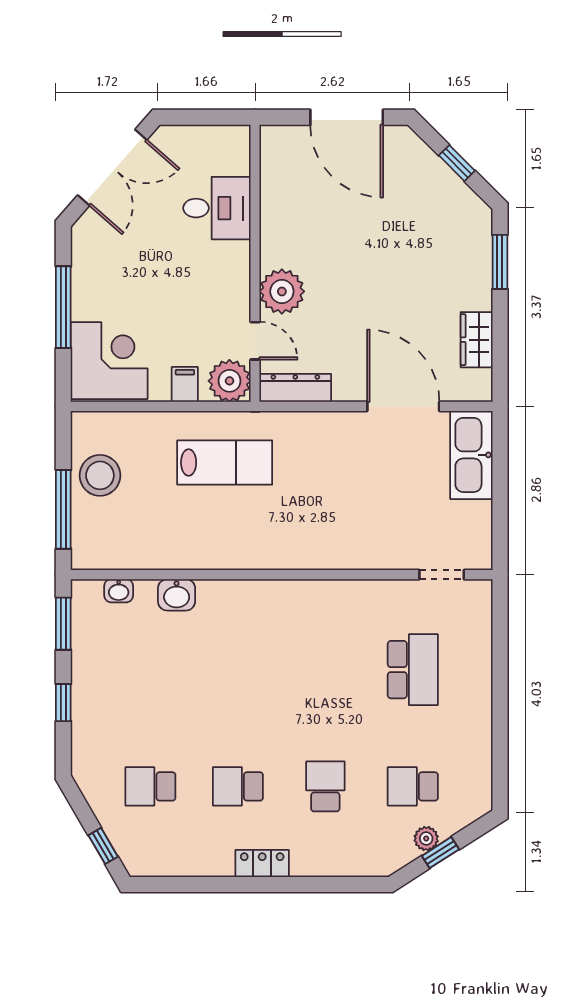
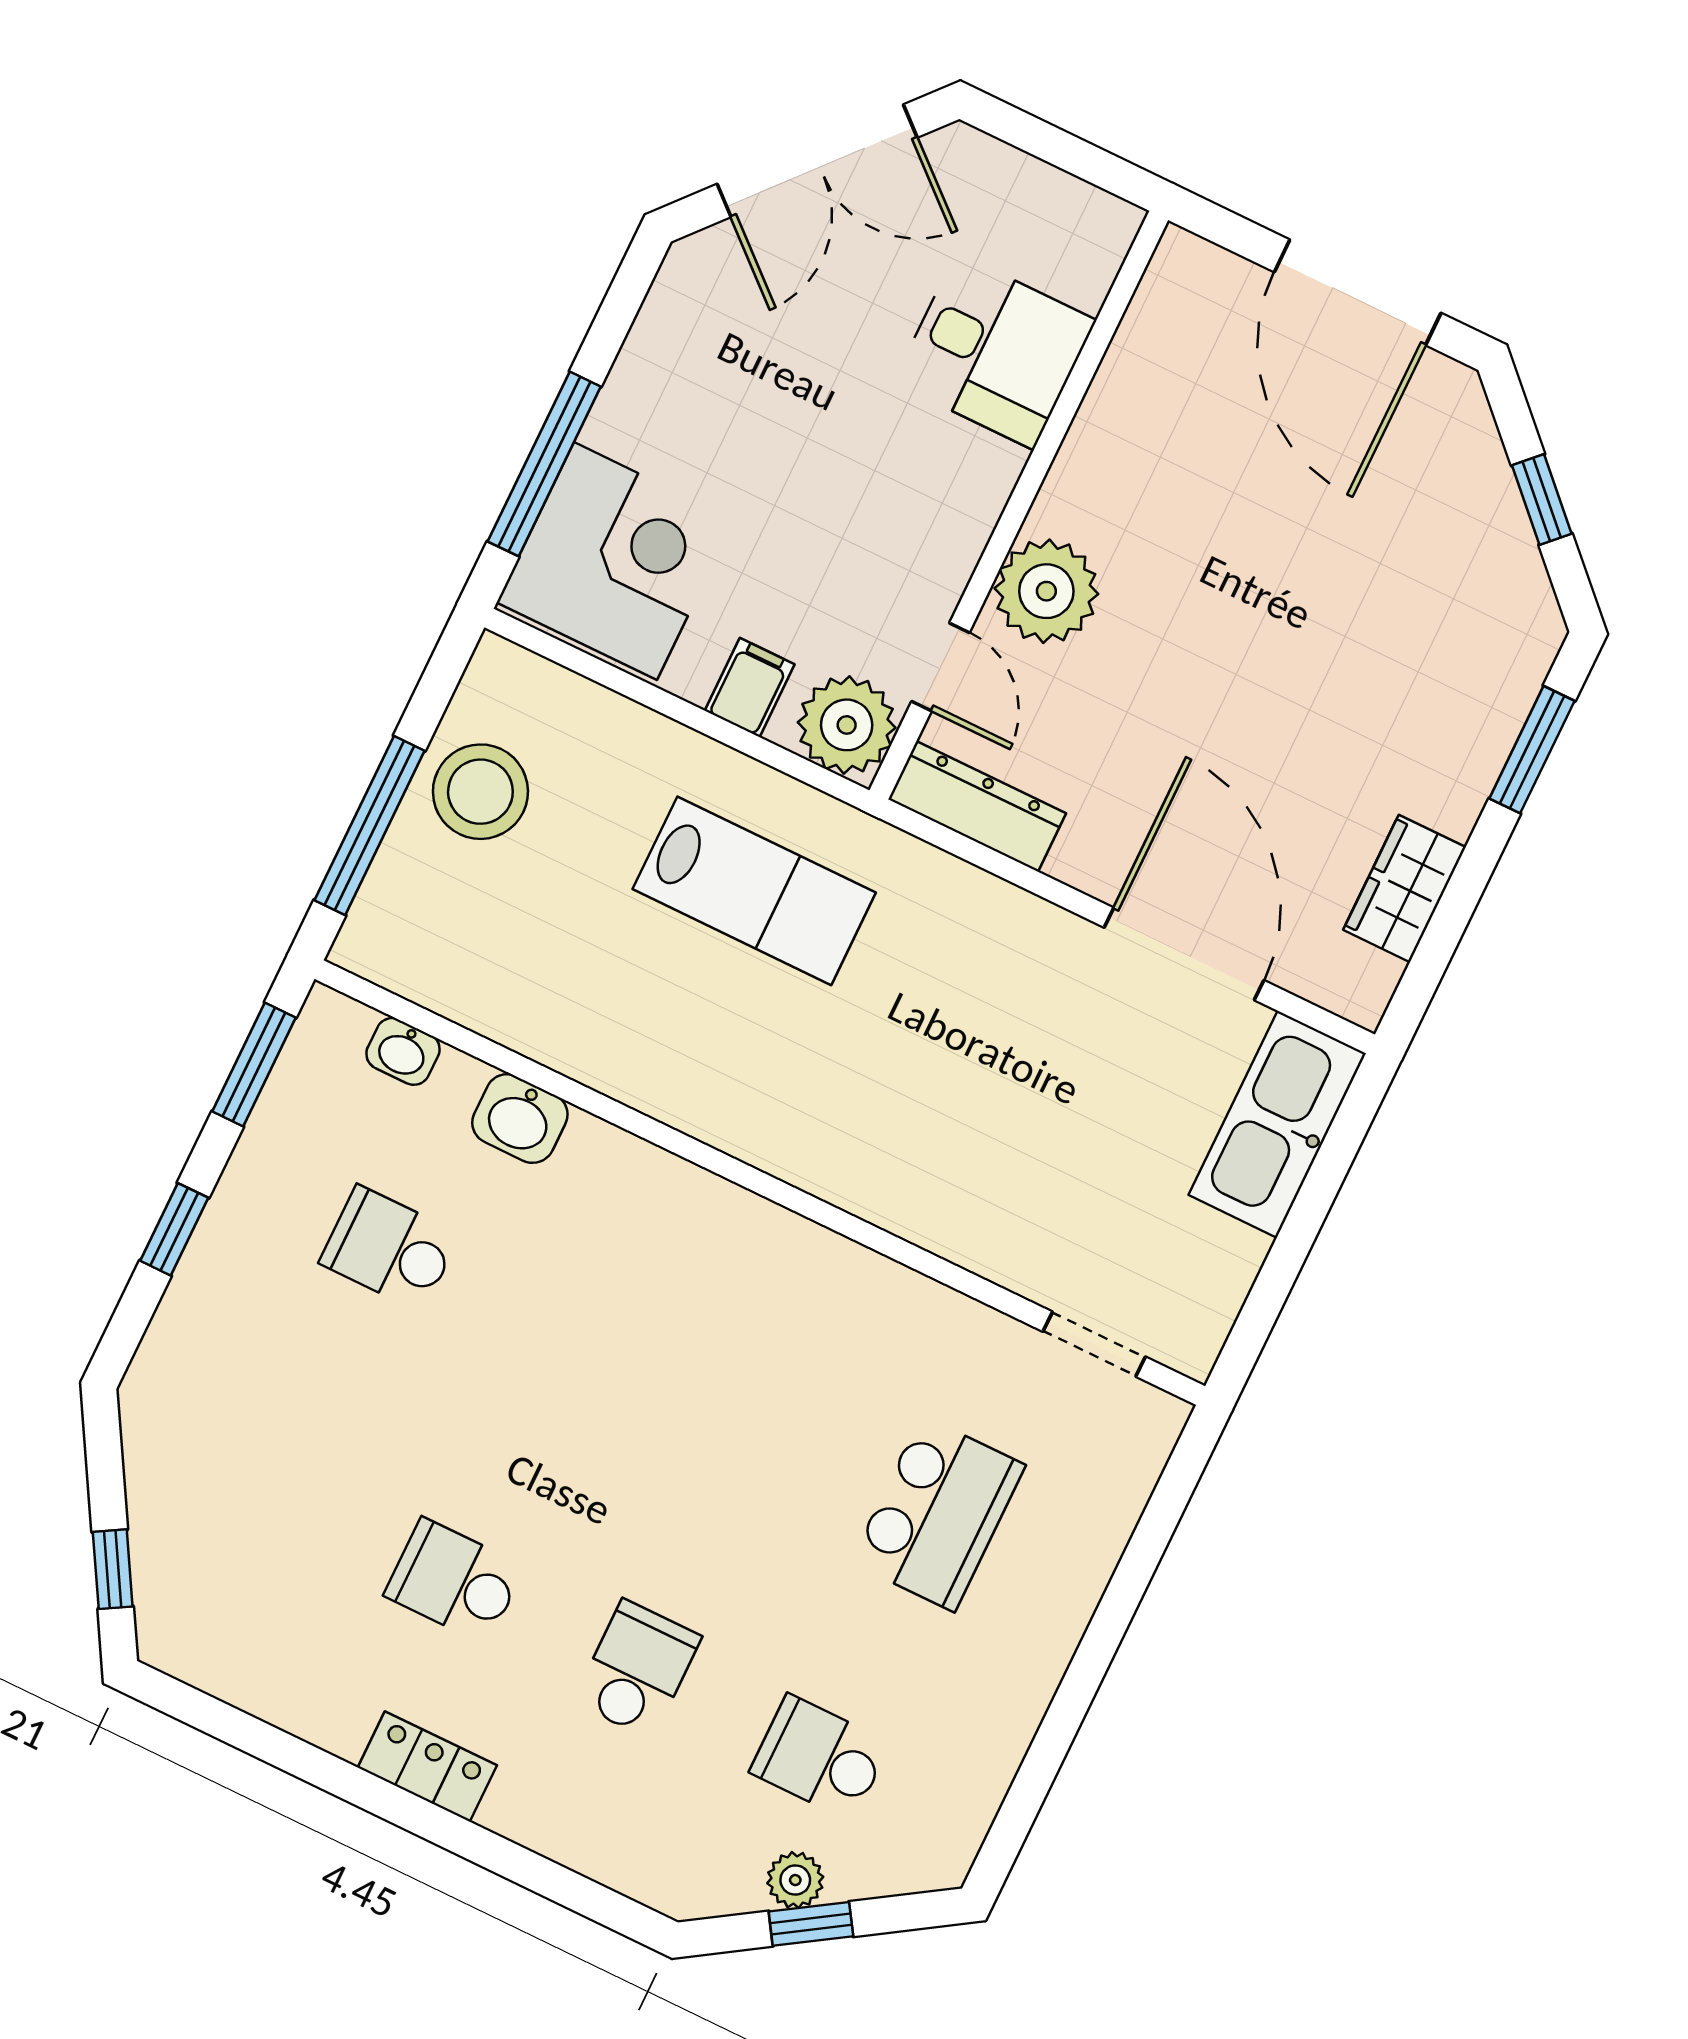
window: (63, 307) -> (544, 464), moved
school desk: (150, 786) -> (390, 1248), moved

